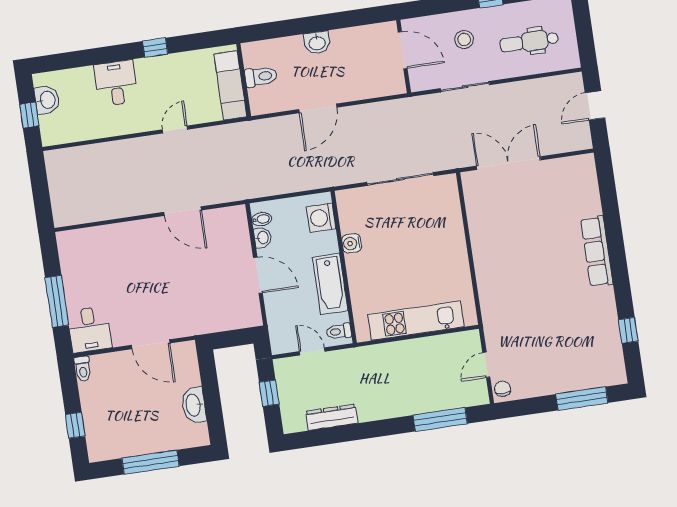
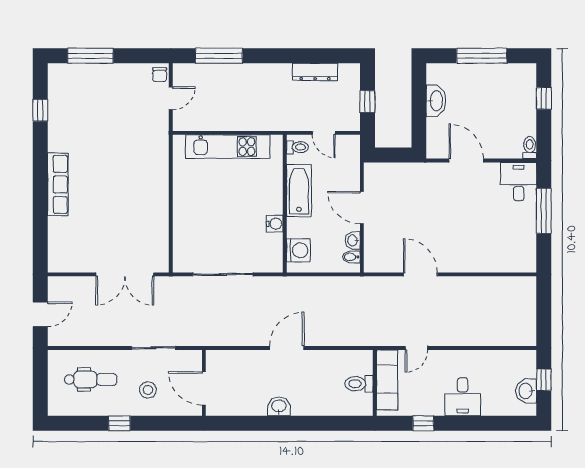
toilet: (261, 77) -> (359, 384), moved
wall: (244, 80) -> (375, 383), moved
exam couch: (230, 85) -> (387, 380), moved

